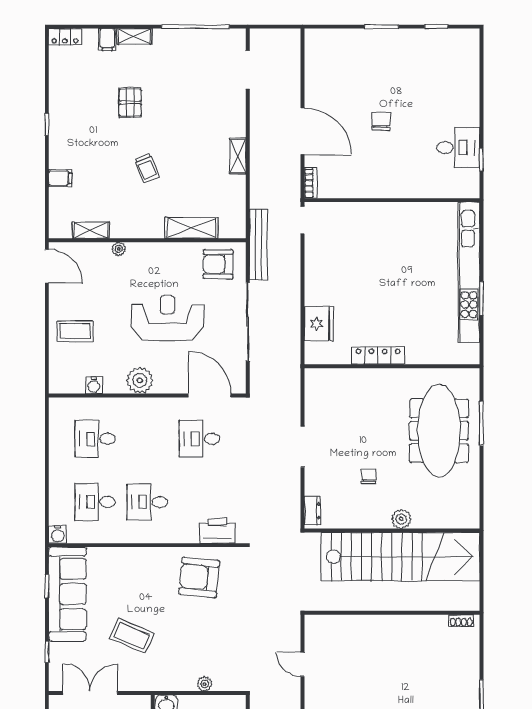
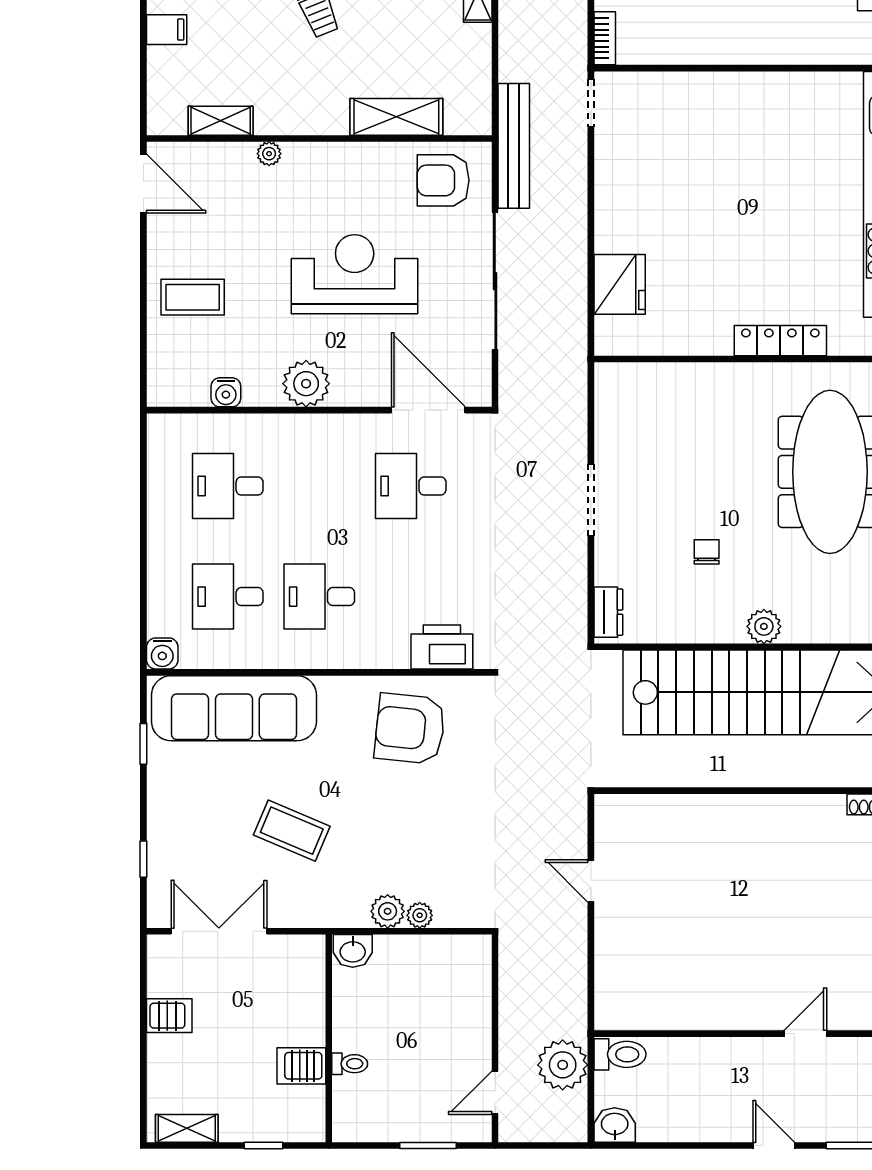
locker: (378, 356) -> (780, 341), moved
sofa: (67, 594) -> (234, 708), moved, turned 90
plant: (186, 682) -> (388, 911), added

